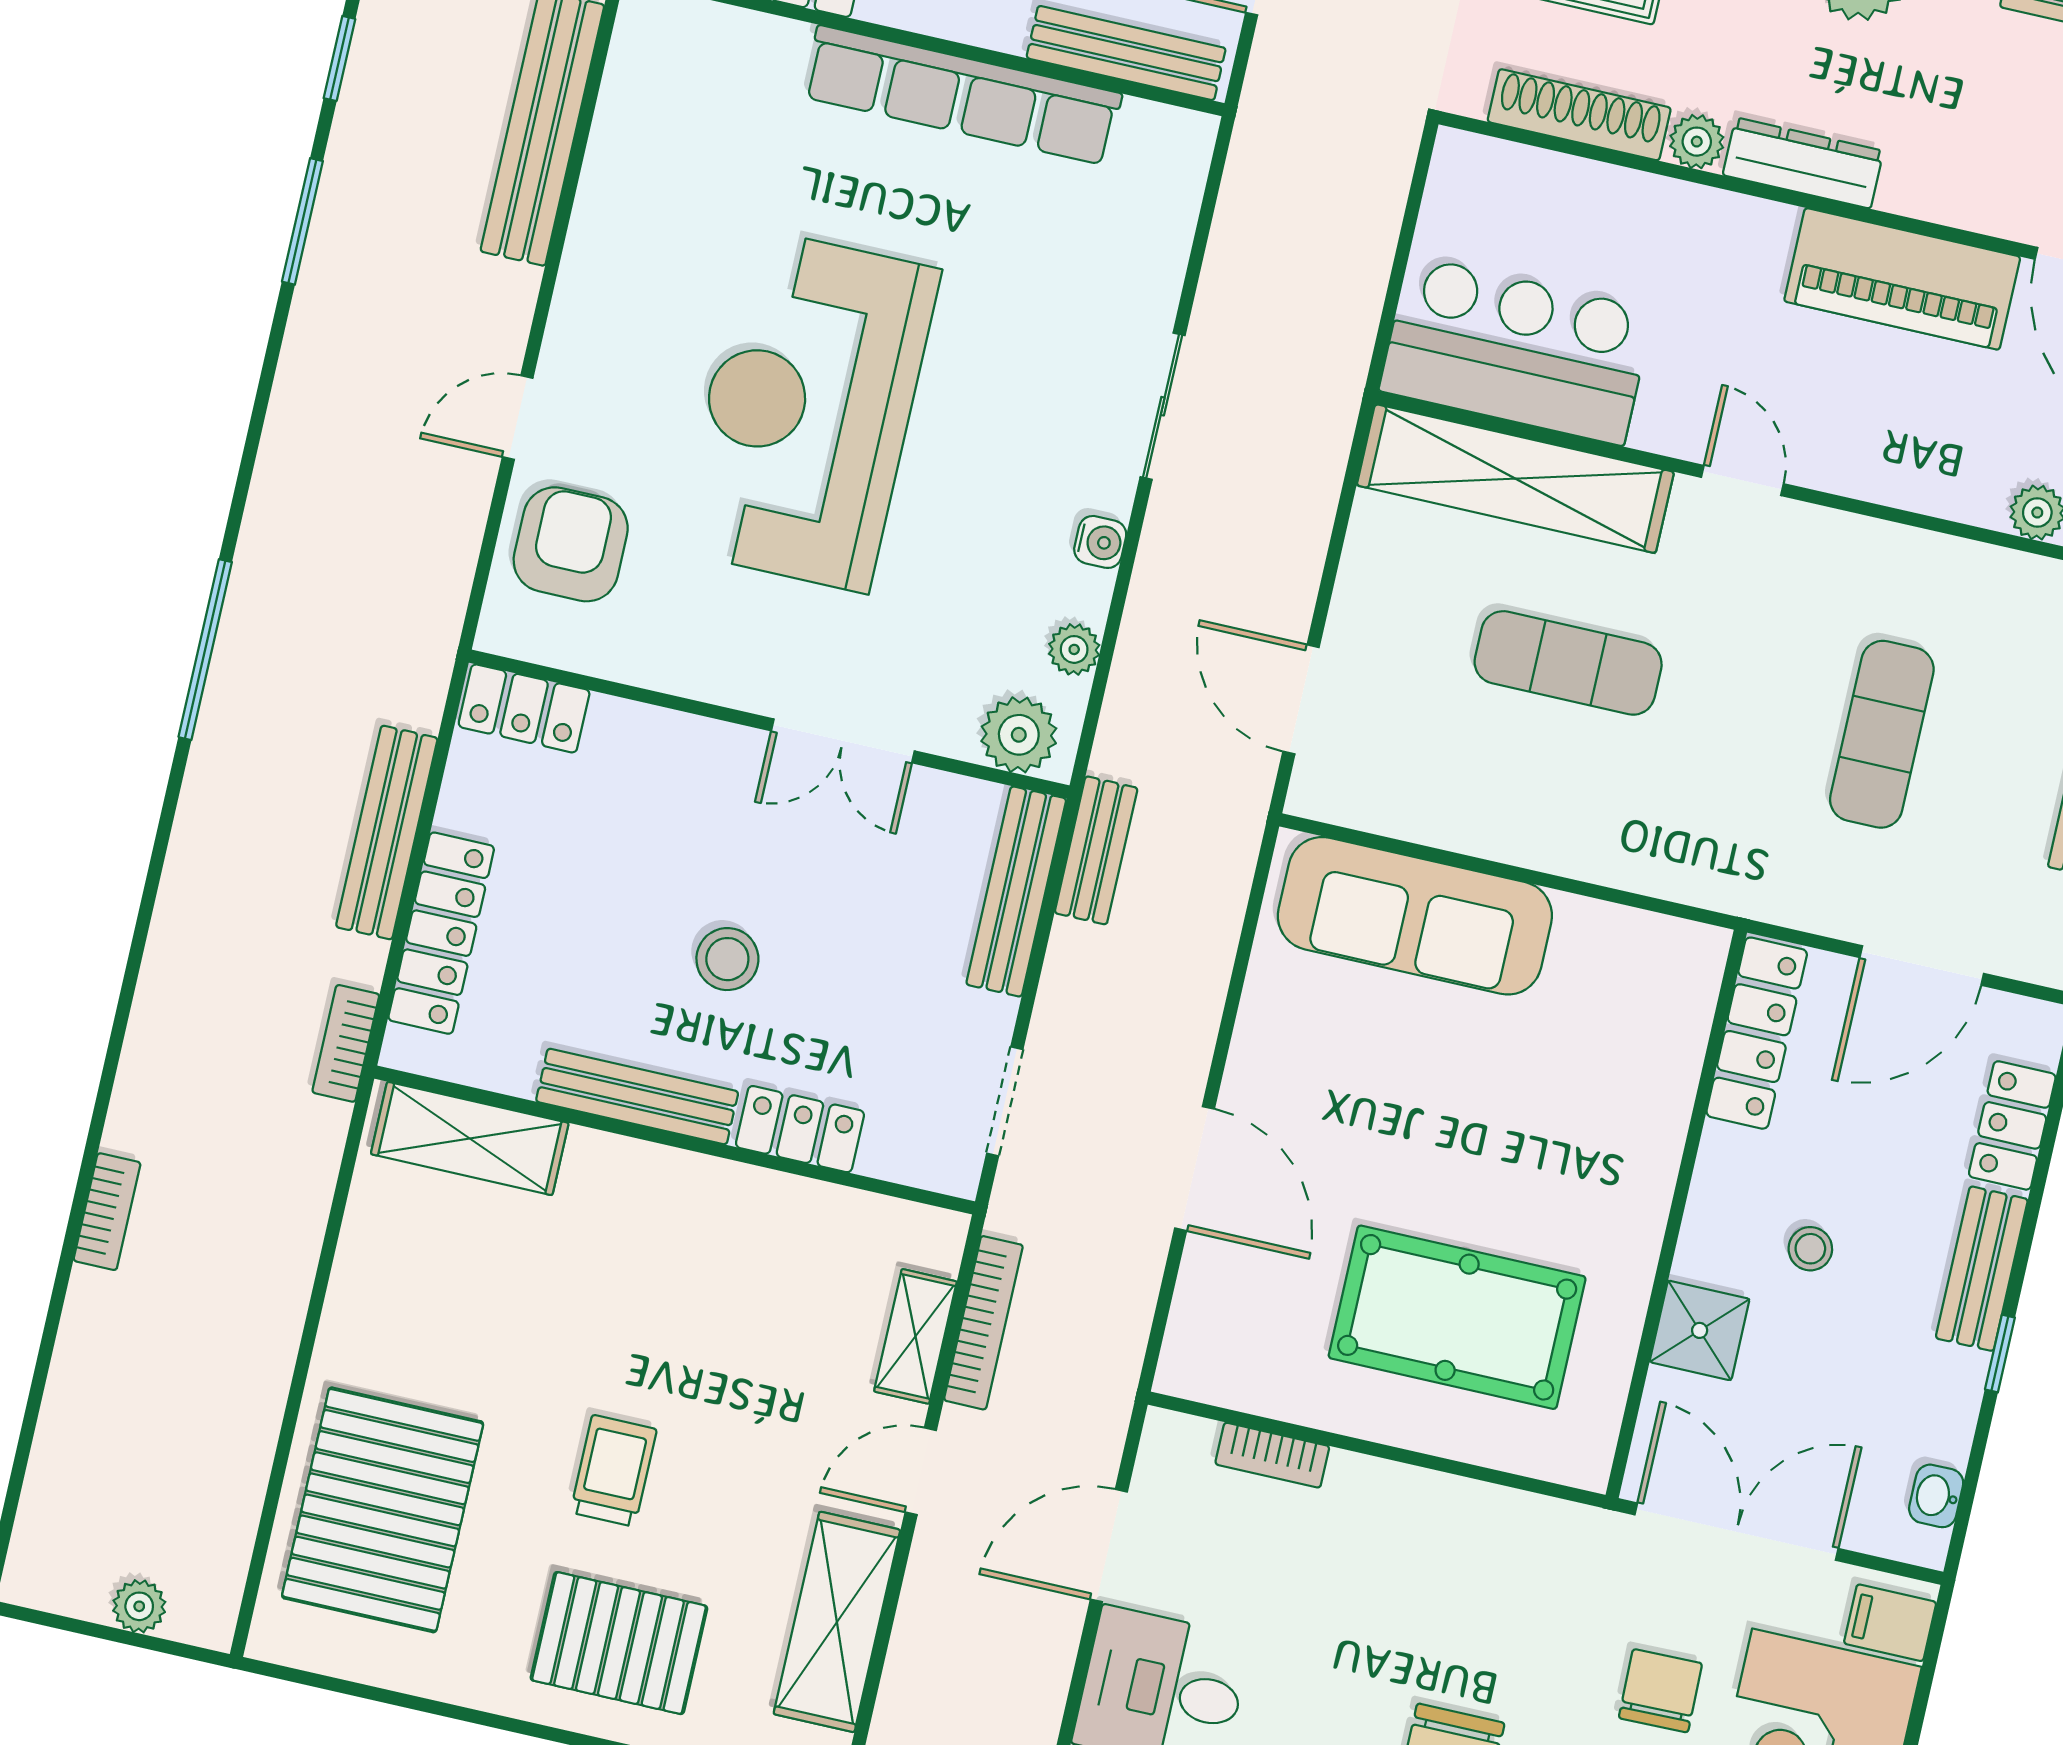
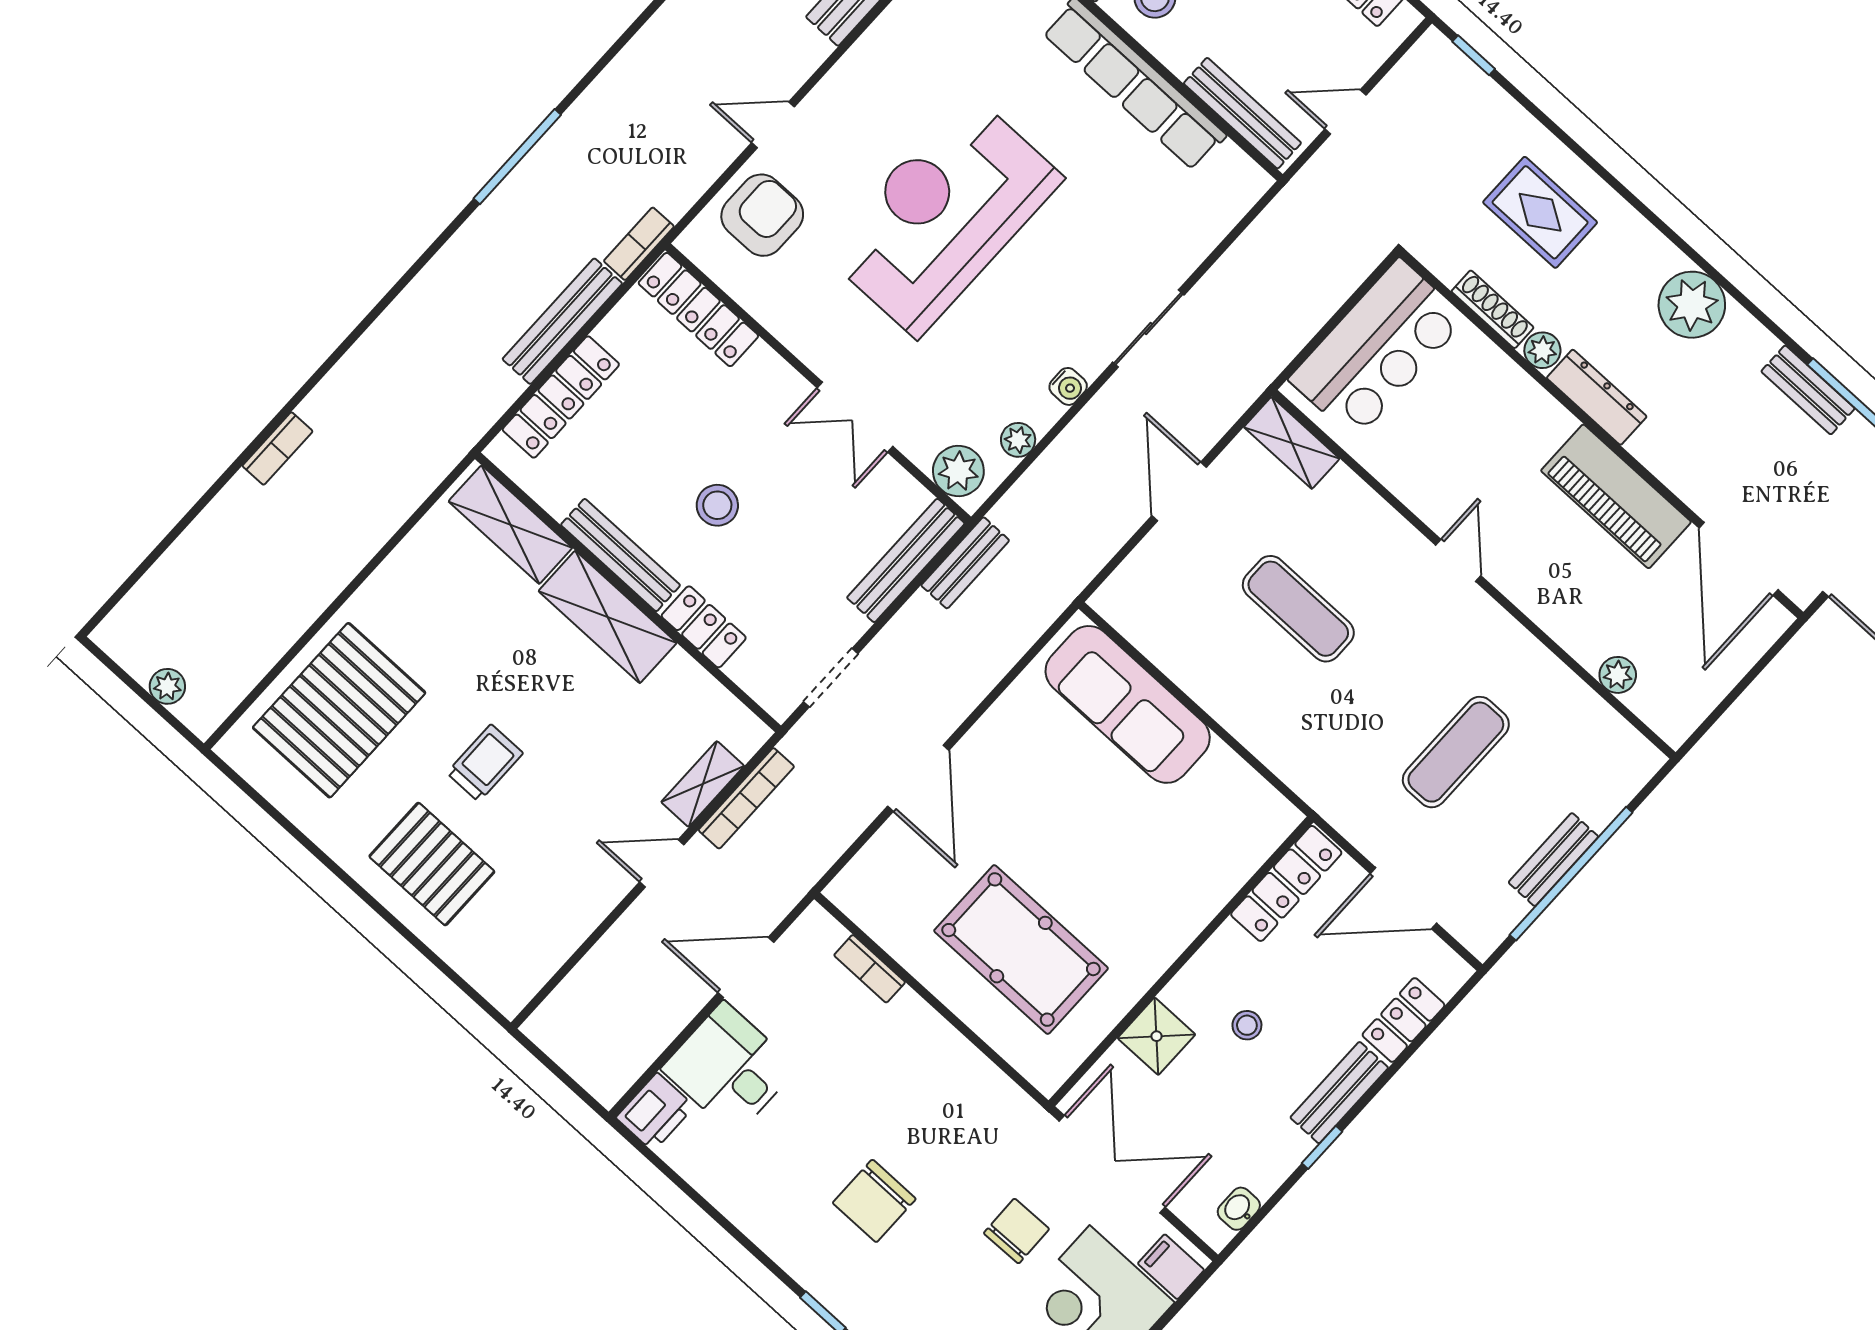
shoe rack: (1579, 115) -> (1493, 309), width x0.74, depth x0.81
bar counter: (1516, 350) -> (1377, 349), moved, turned 90
shelving: (1515, 479) -> (1292, 443), width x0.45, depth x0.75
door: (1301, 699) -> (1179, 491), moved
locker: (524, 708) -> (698, 310), width x1.53
bookcase: (346, 1043) -> (639, 244), moved
shelving: (837, 1622) -> (608, 617), moved, turned 90

